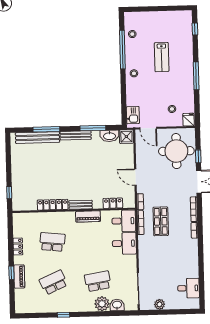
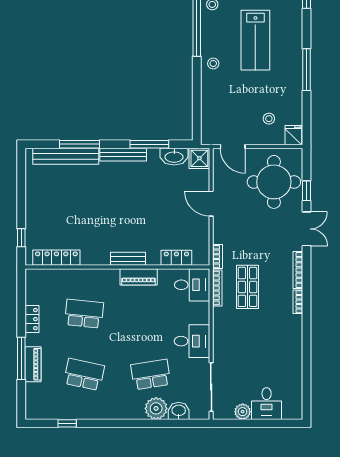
lab bench: (162, 57) -> (255, 40), width x1.36, depth x1.39
kitchen sink: (133, 115) -> (210, 126), removed
door: (135, 177) -> (211, 204), moved
locker: (53, 205) -> (56, 258), moved
desk: (124, 243) -> (192, 341), moved
window: (11, 273) -> (21, 358), width x2.17
school desk: (53, 282) -> (84, 374), turned 36
desk: (188, 288) -> (267, 404), moved, turned 90
window: (64, 315) -> (67, 423), moved

